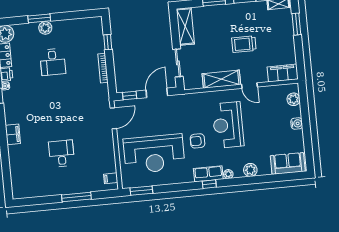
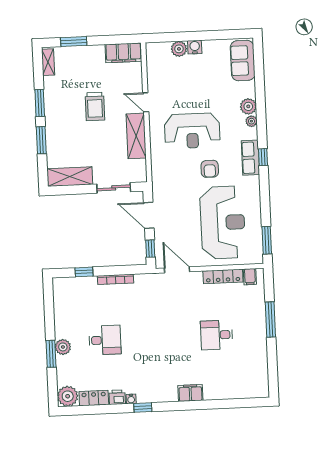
filing cabinet: (283, 73) -> (123, 53), moved, turned -90
door: (249, 86) -> (146, 102), swing flipped
plant: (294, 99) -> (179, 49), moved
locker: (110, 156) -> (223, 276), added
plant: (228, 174) -> (251, 121), moved

